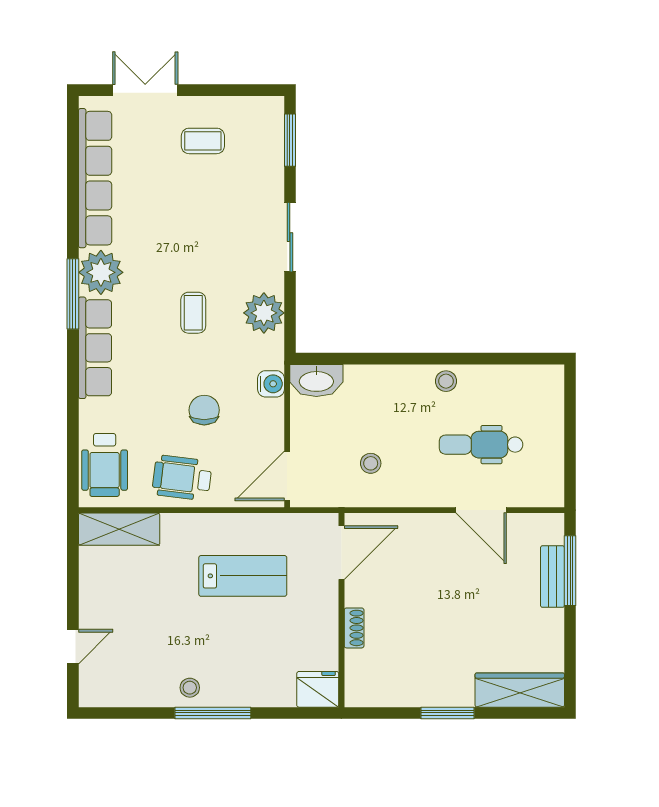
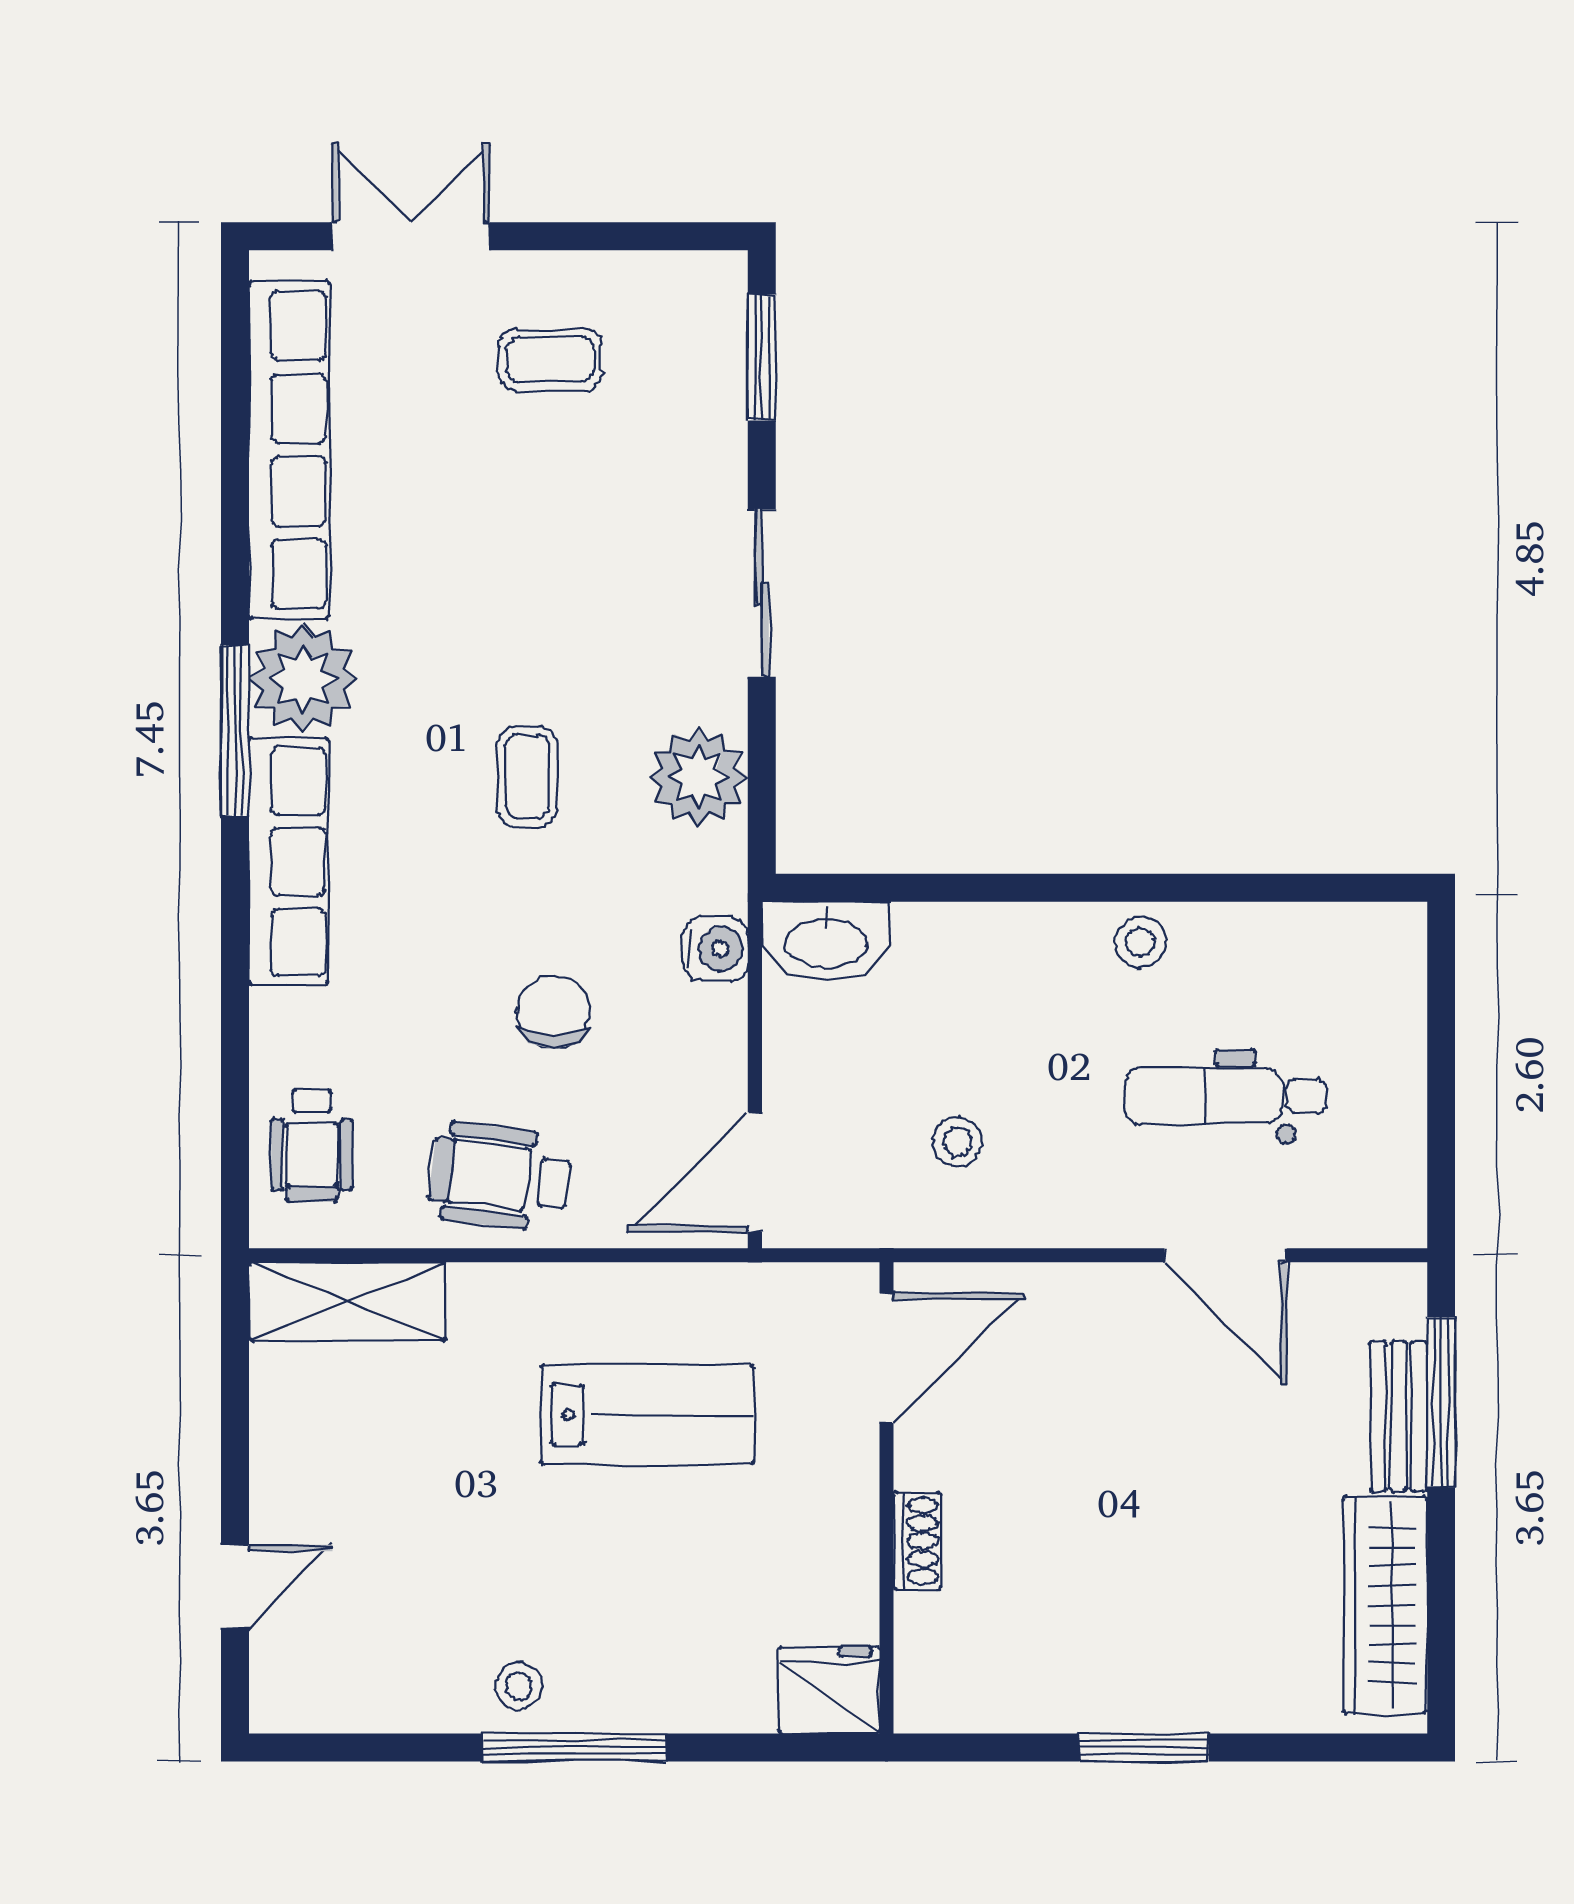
wheelchair: (105, 465) -> (312, 1146), width x0.73, depth x0.73
wardrobe: (520, 690) -> (1385, 1605), moved, turned -90

